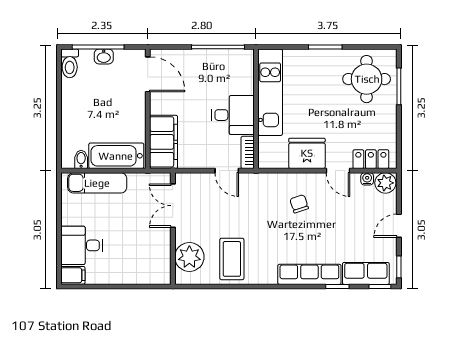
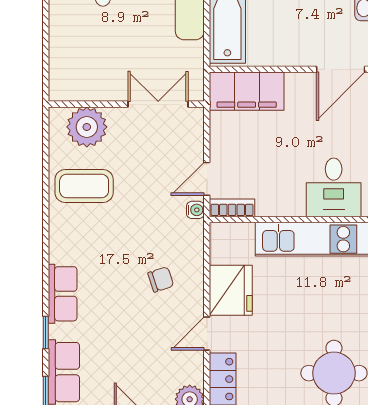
desk: (233, 115) -> (334, 187), moved
water cooler: (367, 179) -> (195, 210), moved
row of seats: (309, 274) -> (63, 294), width x0.68

